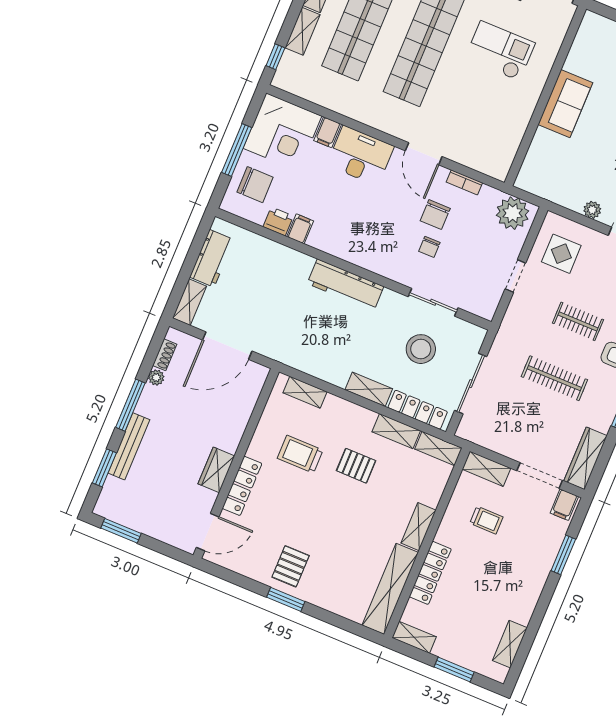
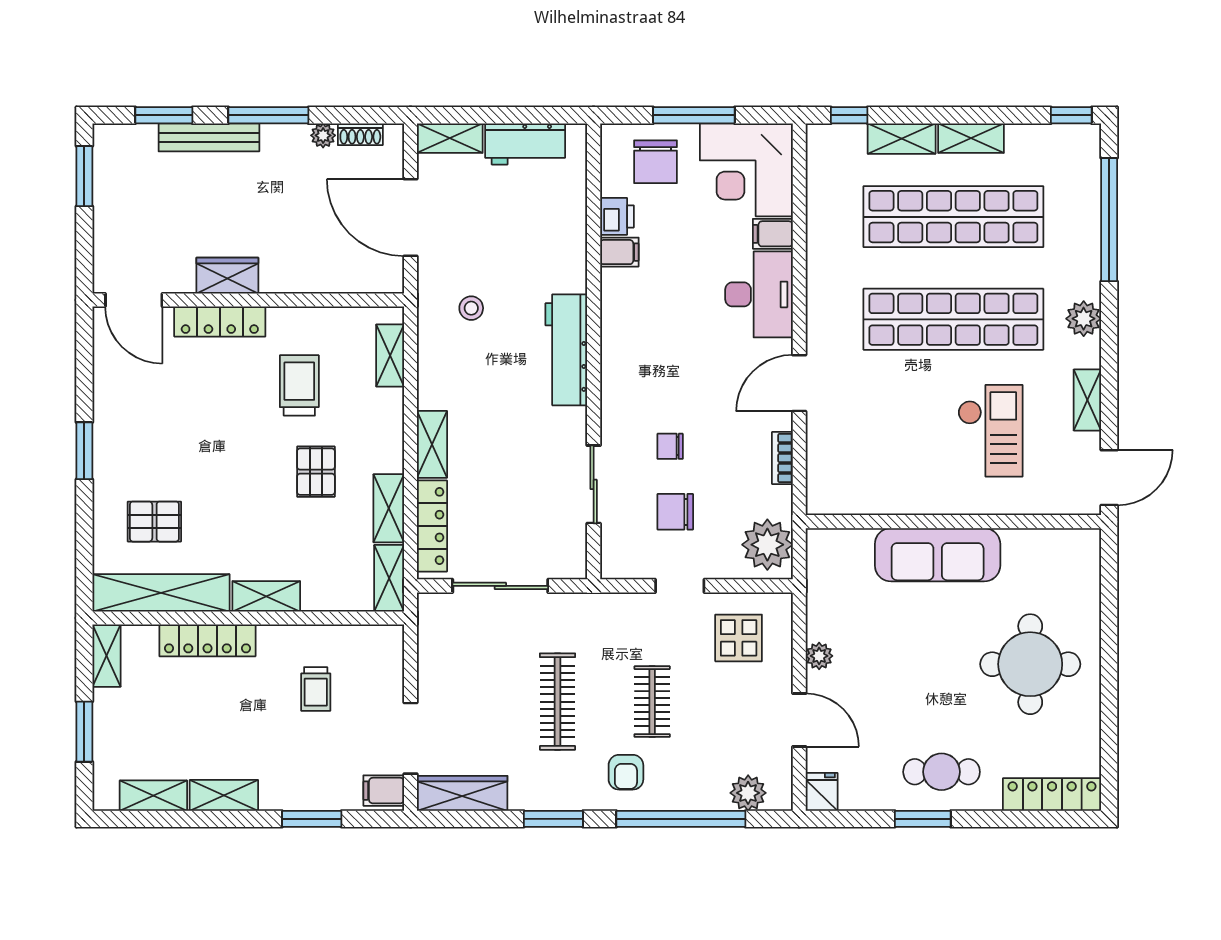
sofa: (565, 104) -> (938, 555), width x1.36
chair: (435, 215) -> (675, 512), moved
stool: (421, 349) -> (471, 308), moved, width x0.53, depth x0.53
shelving: (486, 469) -> (224, 795), moved, turned 90
pallet: (291, 566) -> (154, 522), moved

